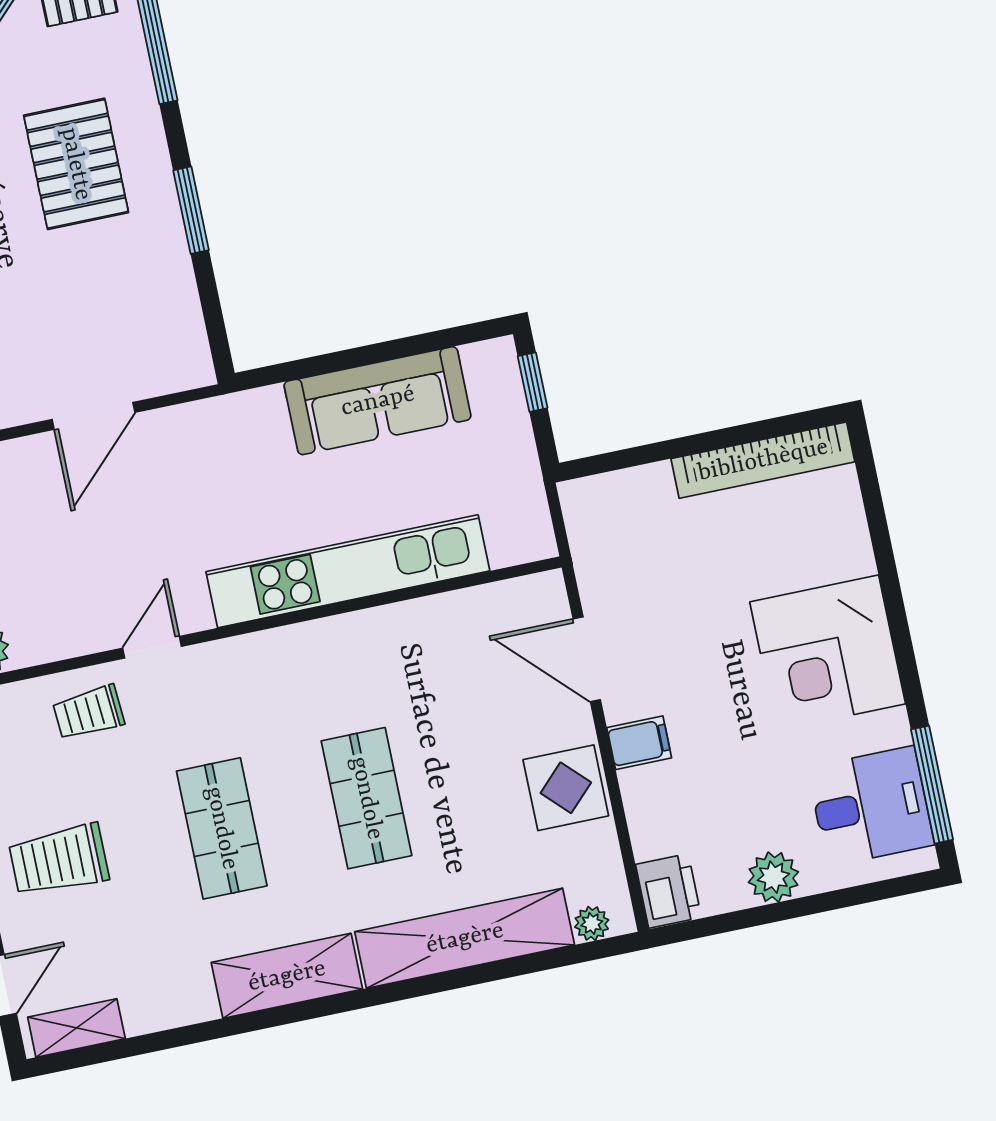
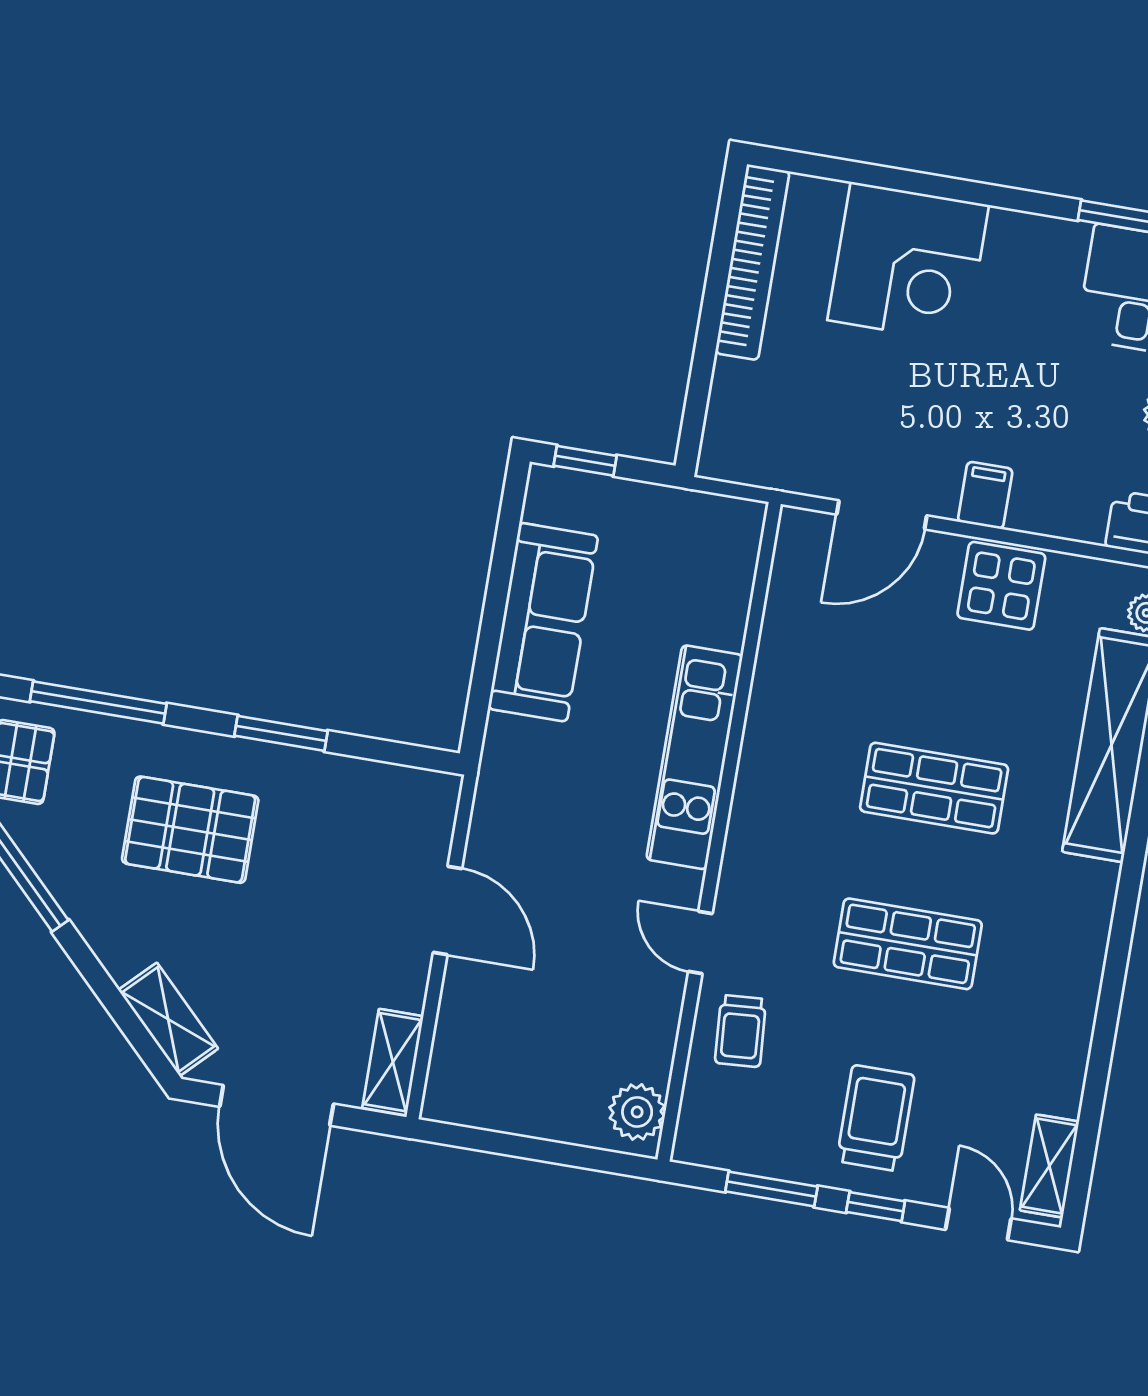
kitchen unit: (348, 571) -> (694, 757), width x0.73
corner desk: (828, 653) -> (908, 263), moved
trolley: (59, 860) -> (876, 1118), turned 180
shelving: (287, 976) -> (1080, 936), removed

